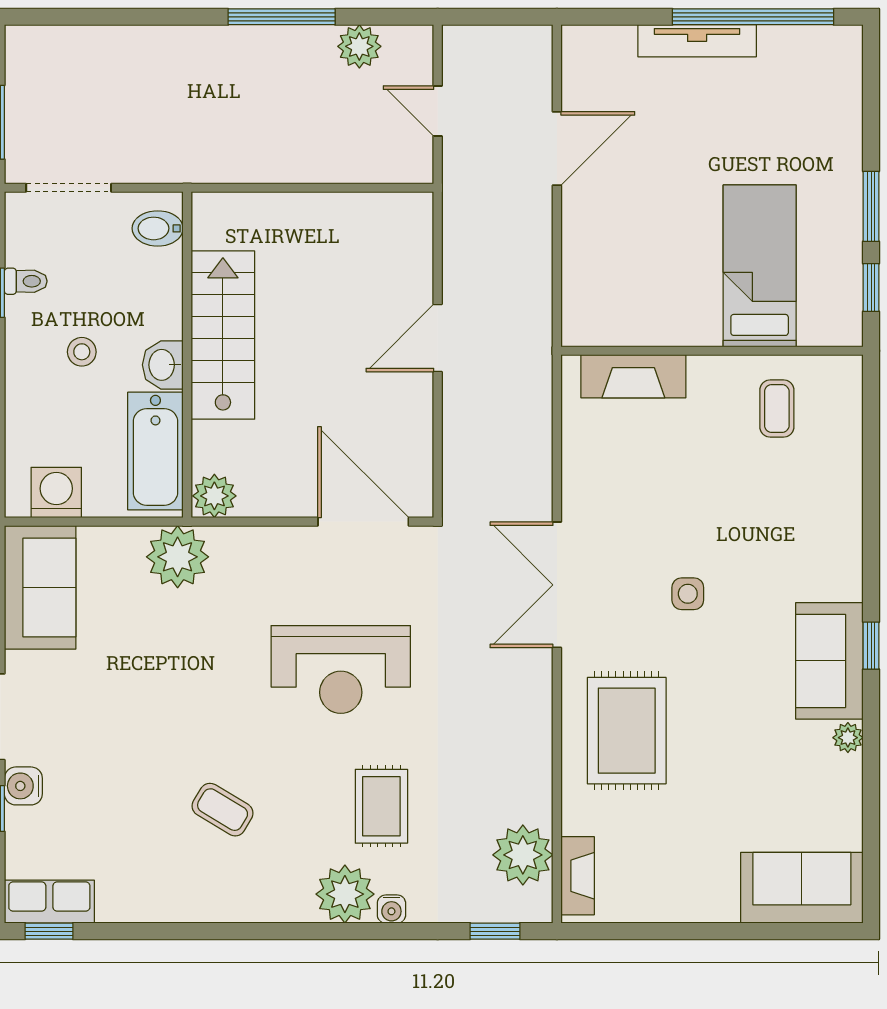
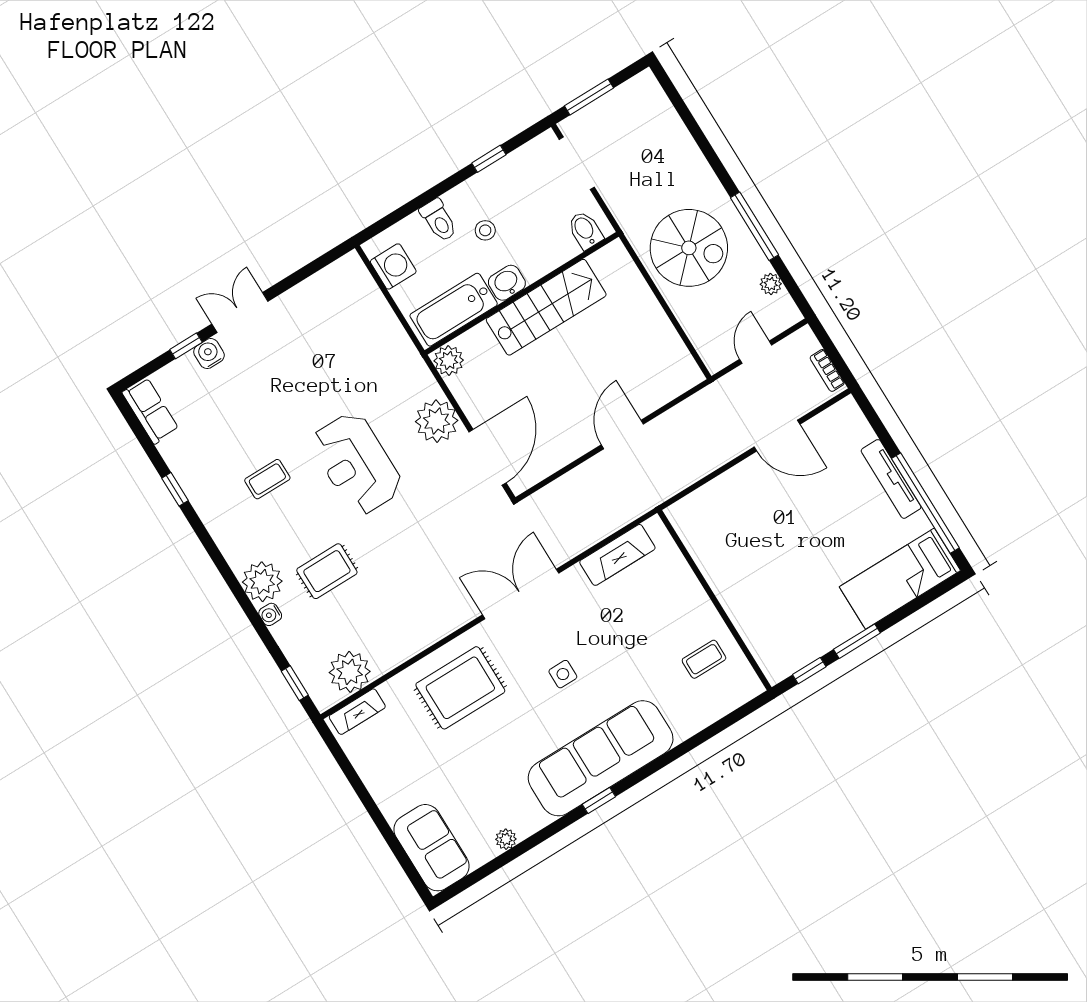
bookcase: (515, 37) -> (827, 370), added
plant: (359, 46) -> (771, 284), width x0.73, depth x0.73
spiral stairs: (258, 114) -> (689, 248), added
bed: (760, 266) -> (900, 579), moved, turned 180
toilet: (26, 281) -> (439, 220), moved, width x1.37, depth x1.39
door: (438, 338) -> (622, 434), hinge flipped
fireplace: (633, 376) -> (617, 555), moved, turned -90
plant: (178, 557) -> (437, 421), moved
sofa: (40, 587) -> (332, 291), removed
sofa: (829, 661) -> (601, 758), width x1.85, depth x1.27
reception desk: (341, 669) -> (356, 464), moved
plant: (848, 738) -> (506, 839), moved
coffee table: (223, 810) -> (267, 479), turned 59
window: (49, 931) -> (175, 489), moved

